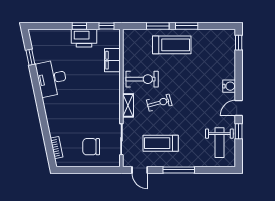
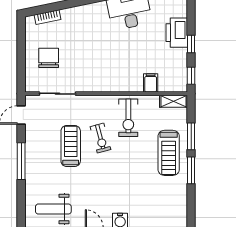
printer: (84, 38) -> (177, 33), moved
filing cabinet: (112, 60) -> (151, 83), width x0.50
shelving: (128, 105) -> (174, 101), moved
treadmill: (161, 143) -> (71, 146), moved

